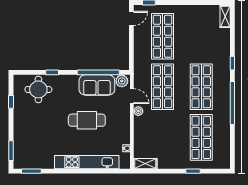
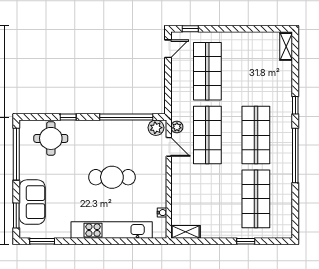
sofa: (97, 85) -> (32, 202), moved, turned -90
window: (11, 102) -> (16, 154), width x3.17
plant: (138, 111) -> (177, 127), moved

